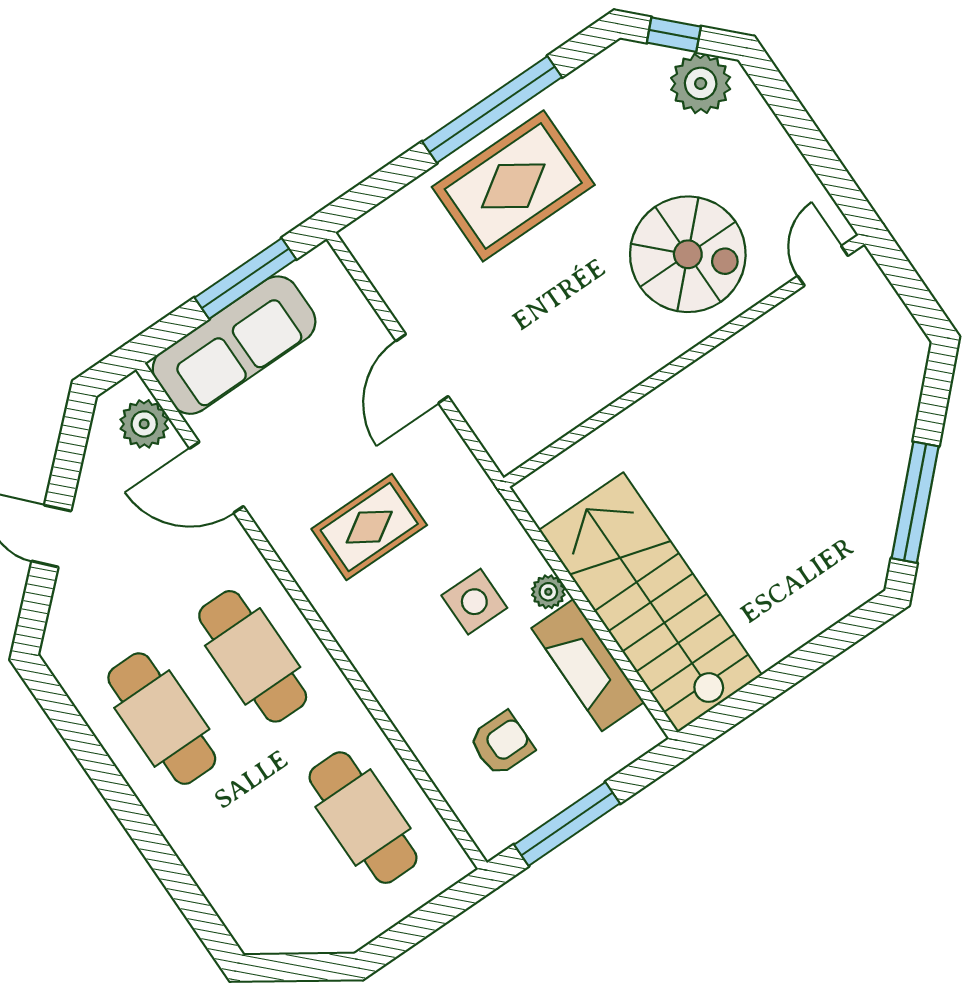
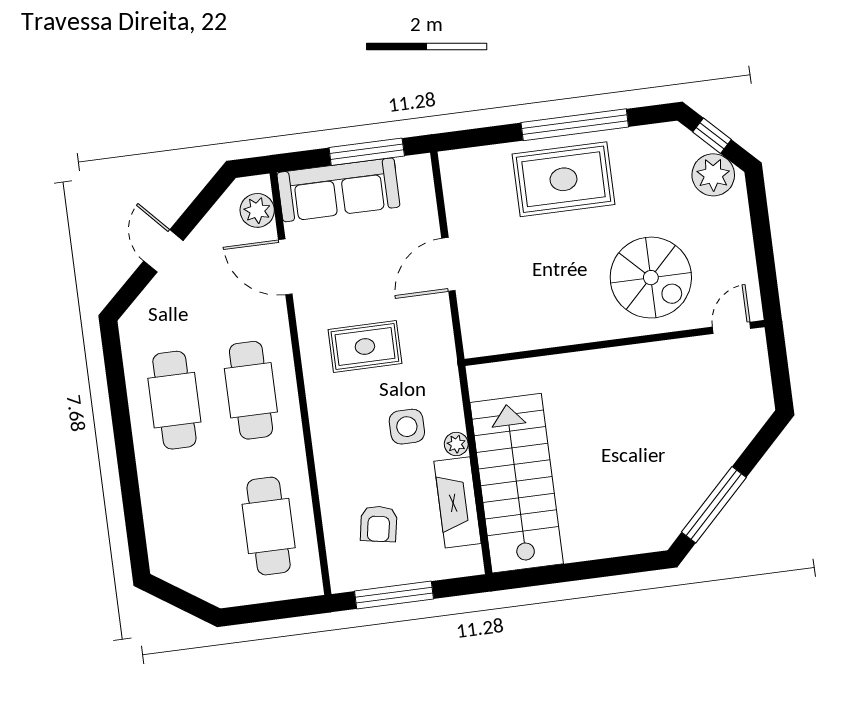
armchair: (502, 744) -> (379, 524), turned 100

